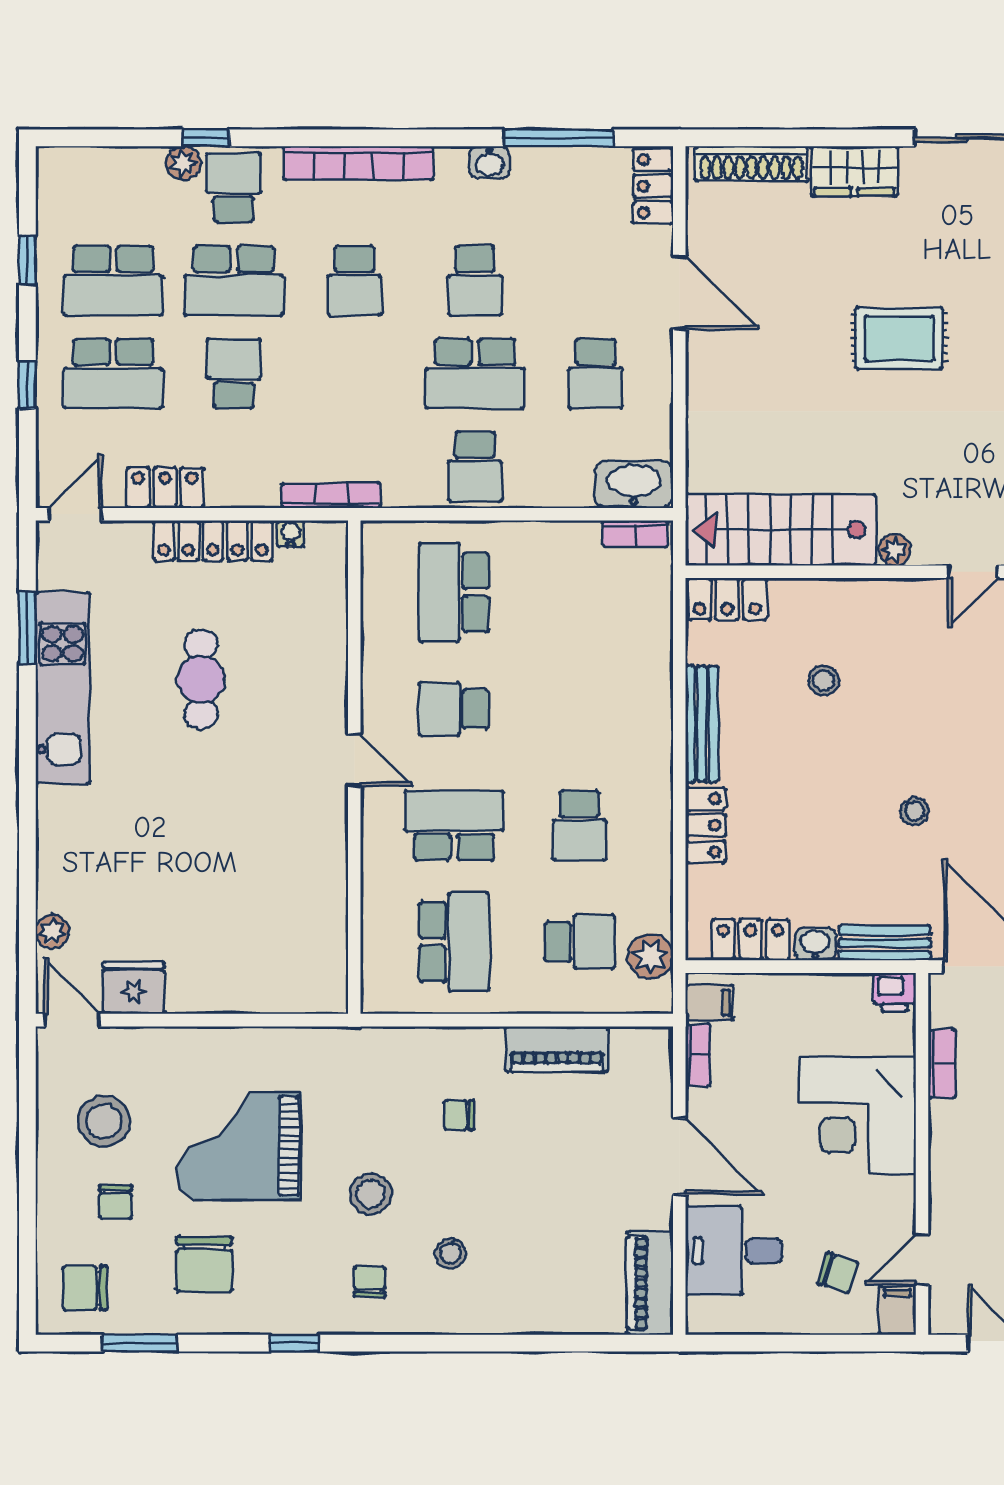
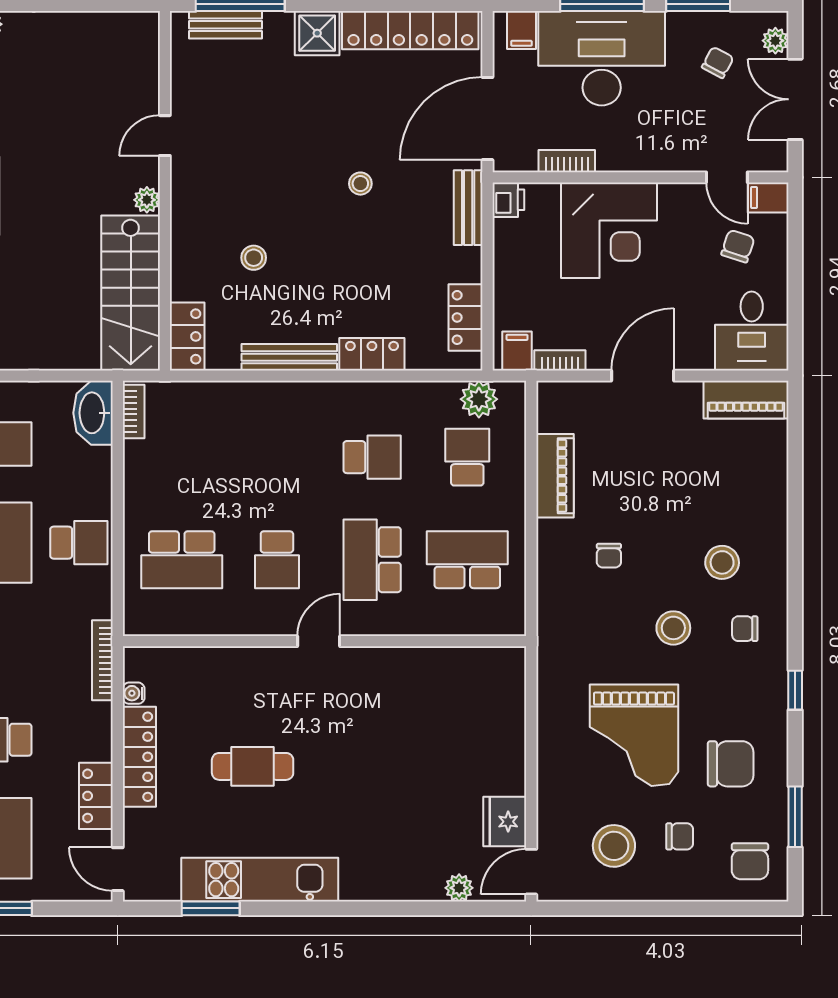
door: (973, 572) -> (165, 136), swing flipped
washbasin: (815, 944) -> (469, 265), removed
desk: (734, 1251) -> (752, 331), moved
stool: (451, 1254) -> (722, 562), width x1.37, depth x1.37

